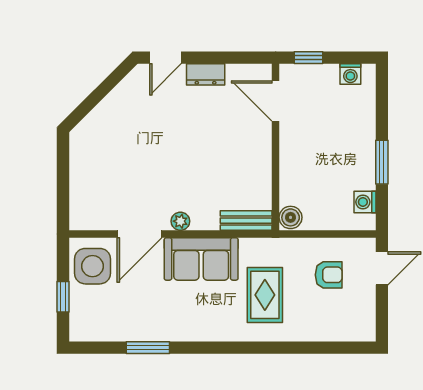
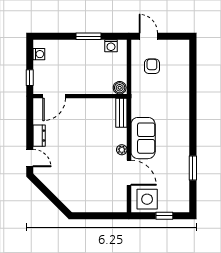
rug: (265, 295) -> (163, 102), removed

